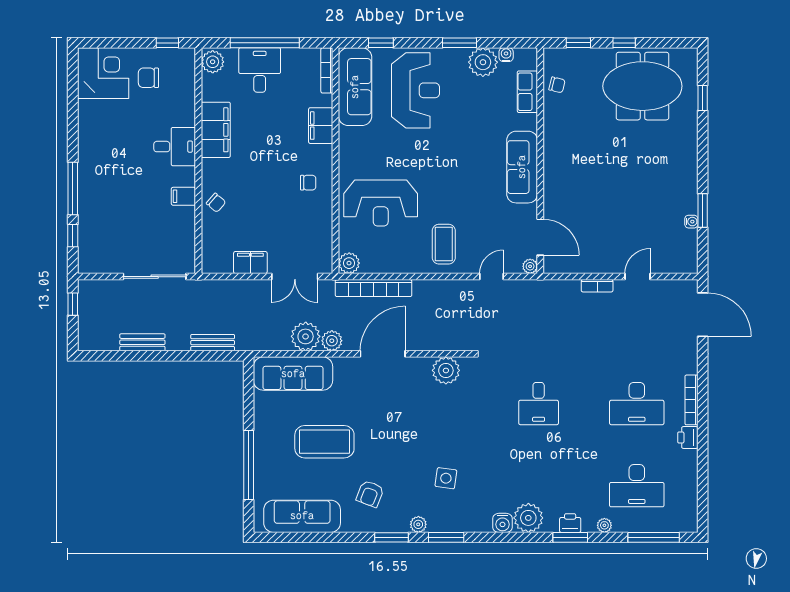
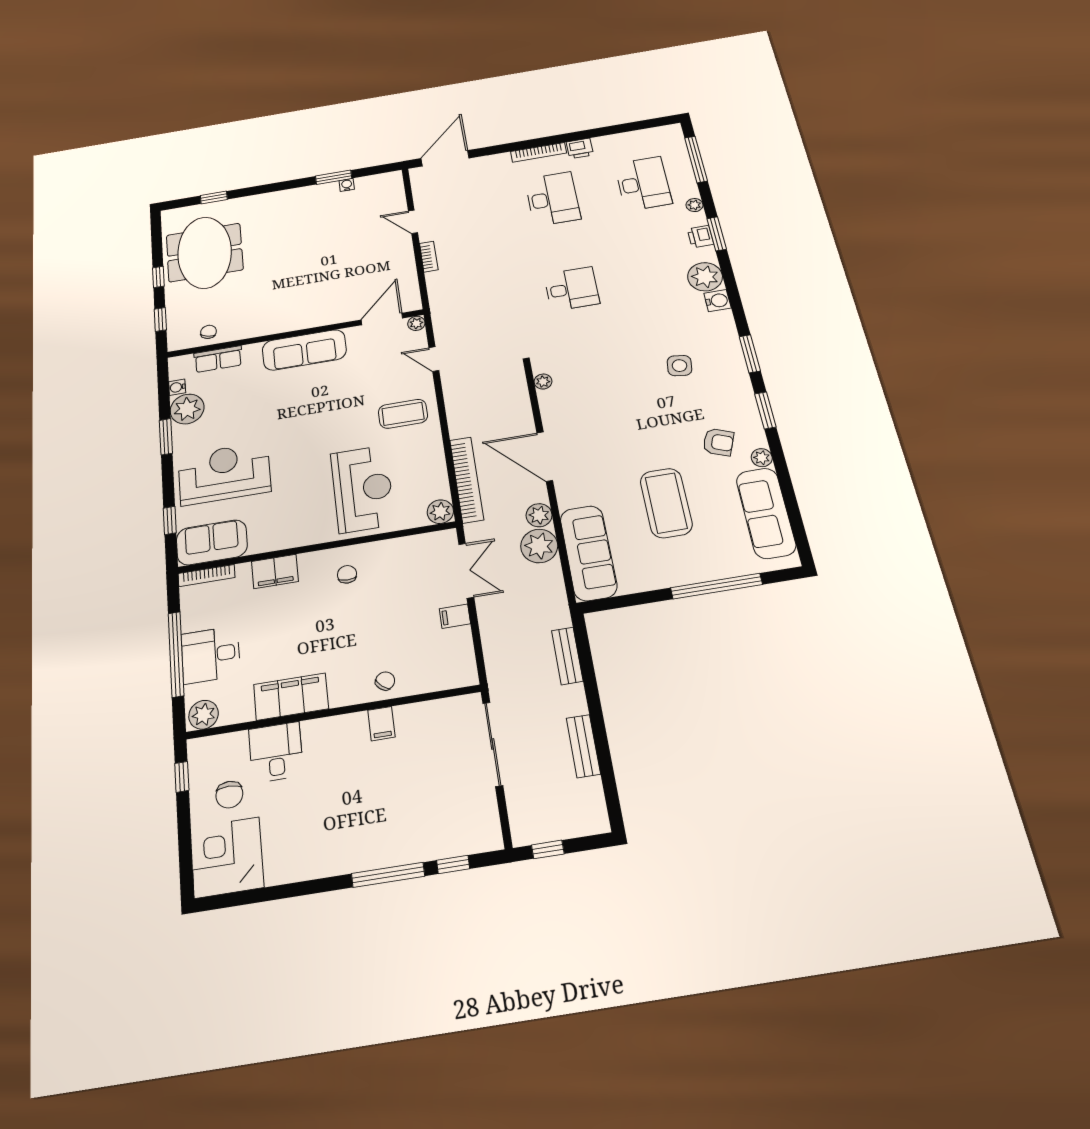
sofa: (355, 87) -> (212, 542), width x0.73
desk: (175, 147) -> (276, 752), moved
filing cabinet: (250, 263) -> (455, 616), width x0.50
plant: (446, 370) -> (543, 382), width x0.53, depth x0.53
plant: (418, 524) -> (762, 458), moved

